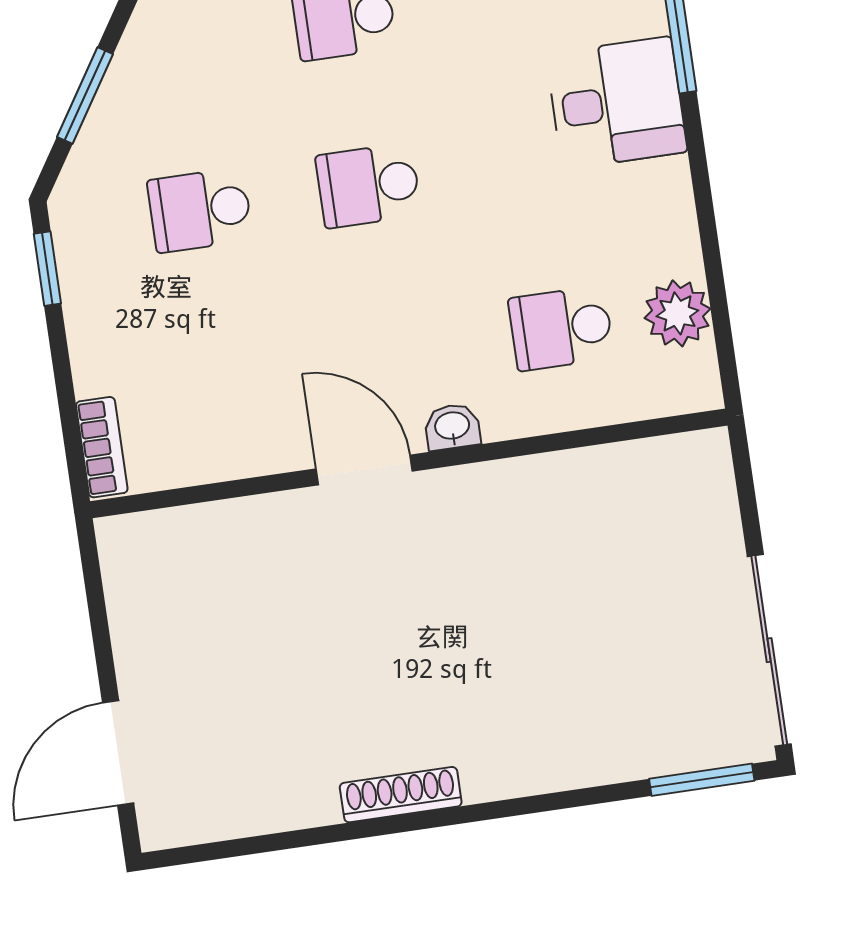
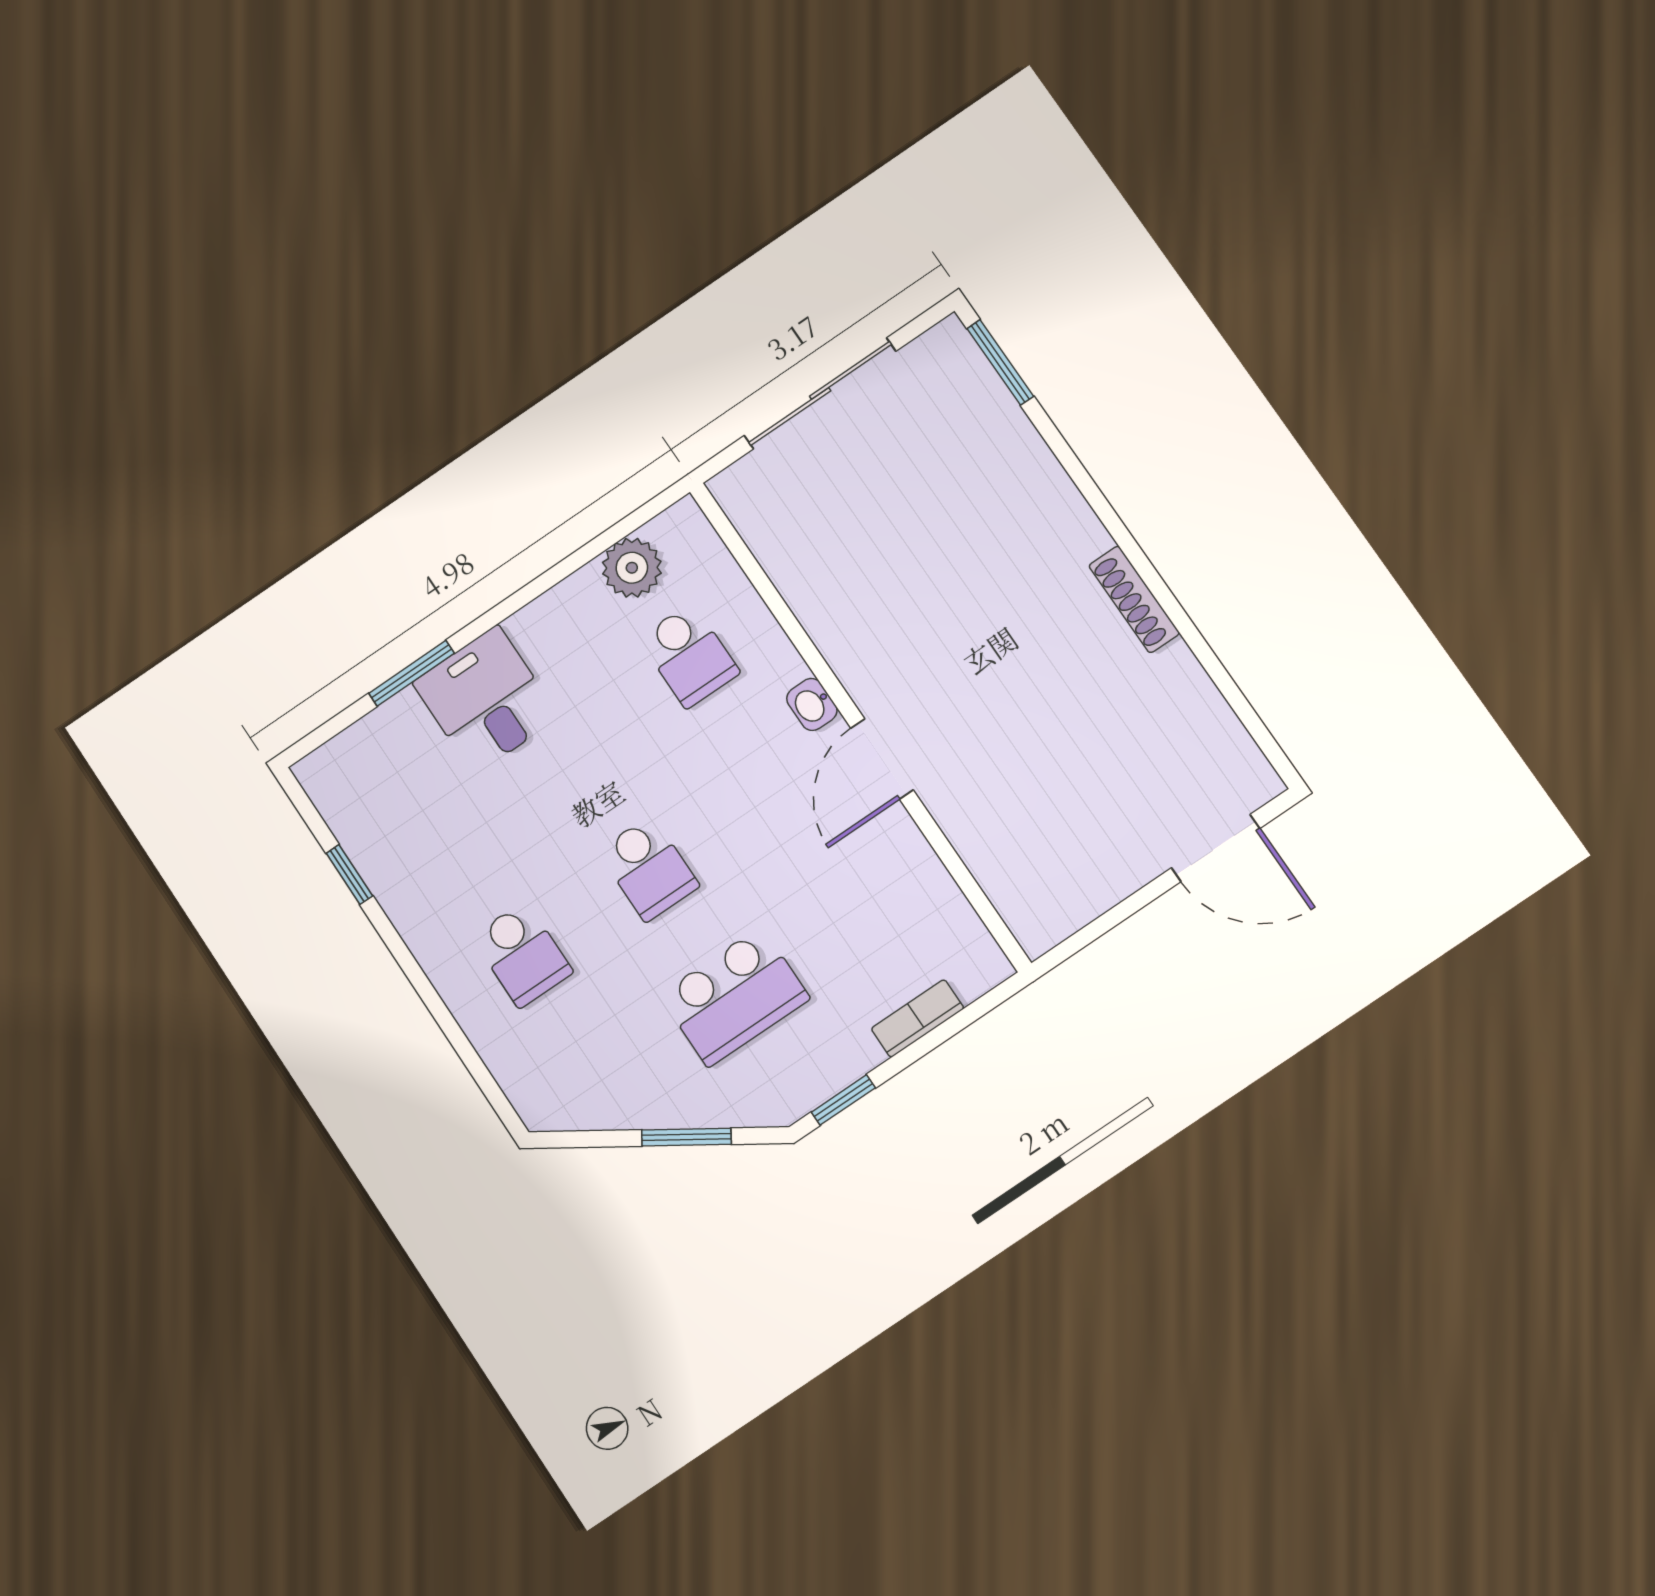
school desk: (200, 210) -> (735, 997), width x1.85
bookcase: (102, 447) -> (918, 1018), moved
sliding door: (769, 650) -> (820, 393), moved

